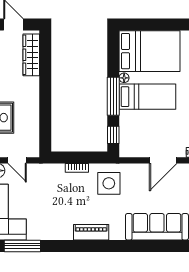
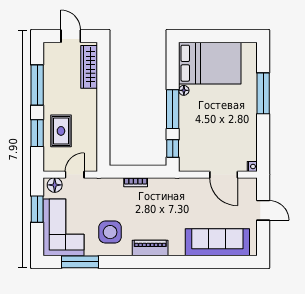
bed: (147, 97) -> (208, 110), removed
door: (17, 160) -> (75, 175), swing flipped
door: (163, 160) -> (224, 175), hinge flipped
side table: (109, 183) -> (110, 232), moved

